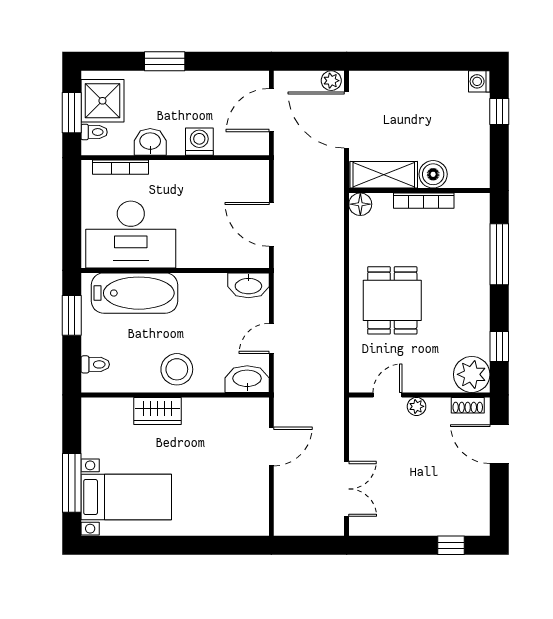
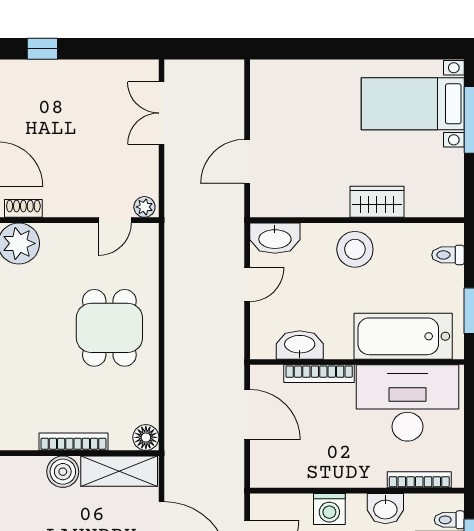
bookcase: (208, 260) -> (319, 374), added
washbasin: (248, 285) -> (300, 345), moved
plant: (417, 406) -> (144, 207), moved

